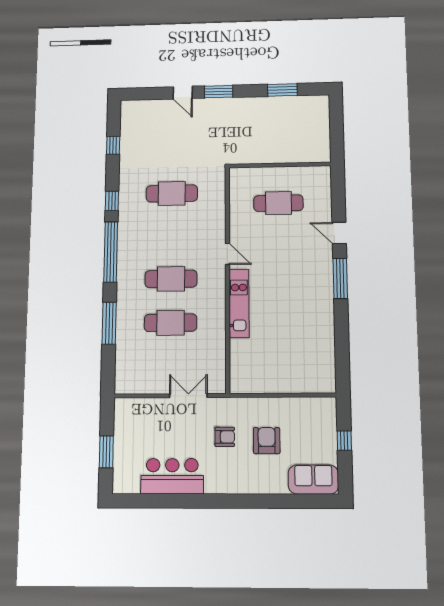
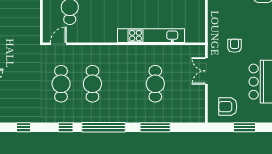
door: (227, 254) -> (58, 44), moved
cafe table: (171, 279) -> (92, 84), moved
kitchen unit: (239, 303) -> (151, 36), width x1.36
armchair: (267, 441) -> (228, 107), moved

